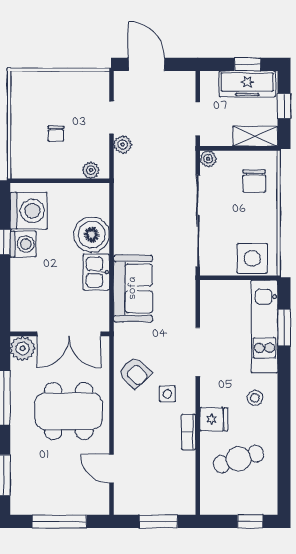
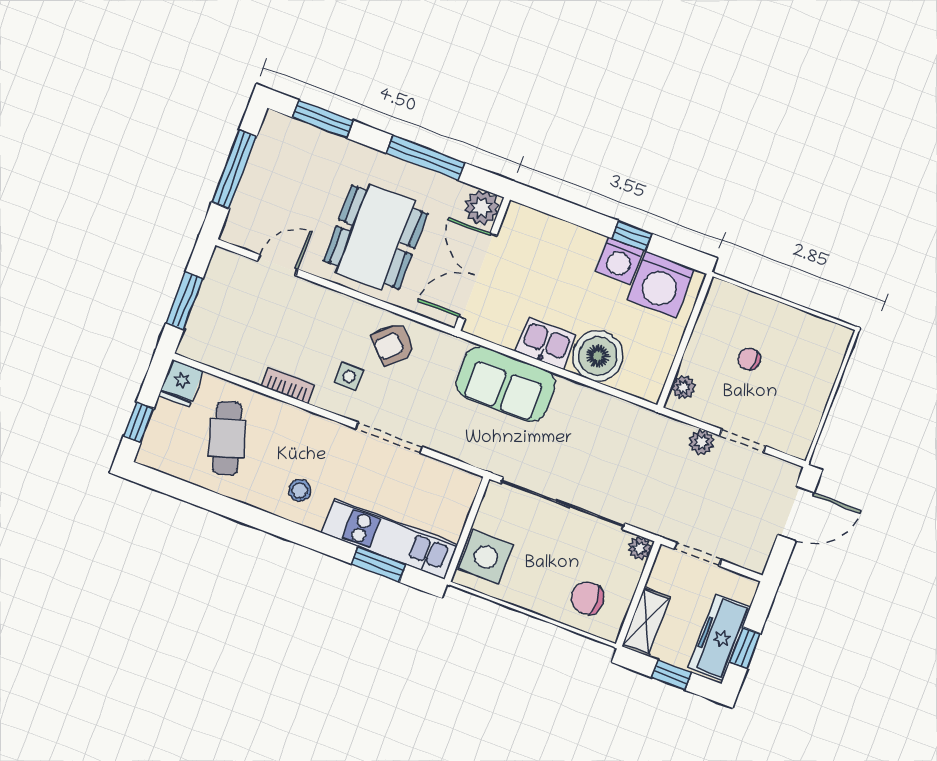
fridge: (214, 419) -> (181, 383), moved

